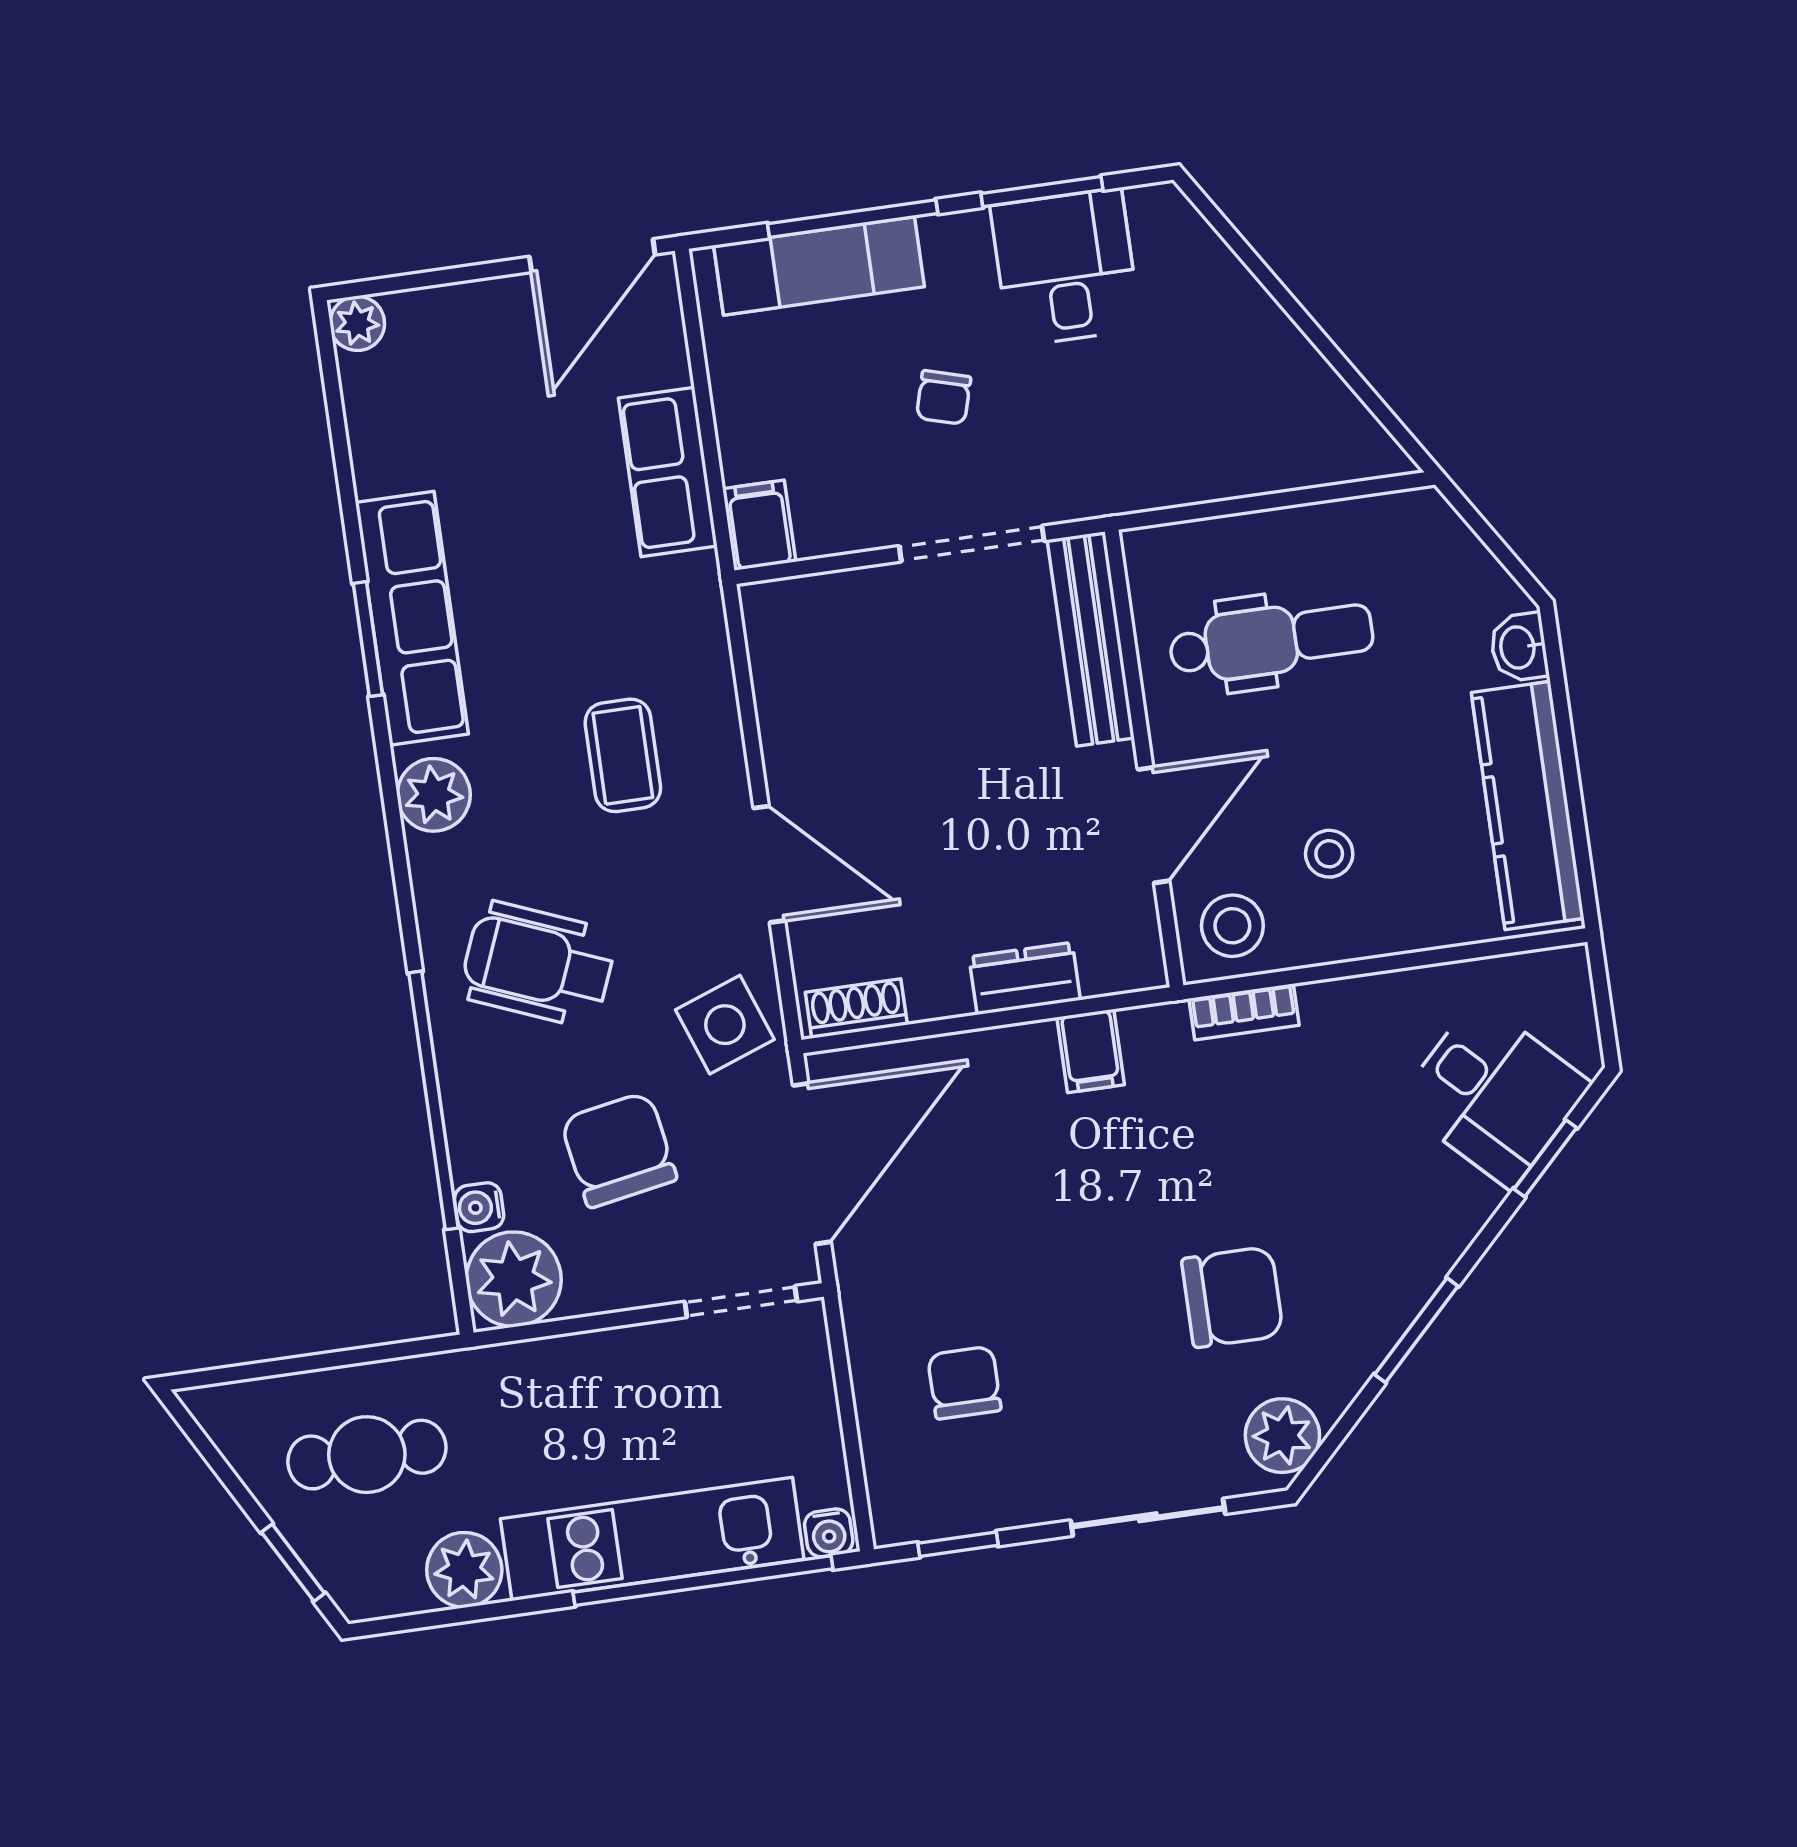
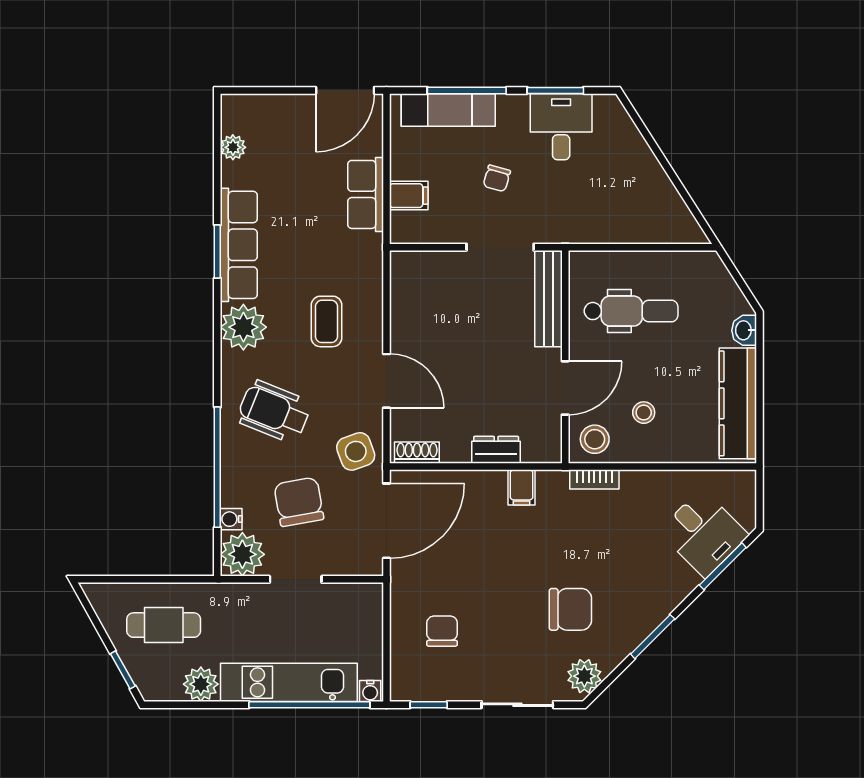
plant: (357, 323) -> (233, 147), moved
filing cabinet: (759, 525) -> (409, 196), moved, turned 90
plant: (434, 795) -> (243, 327), width x1.36, depth x1.36
window: (1545, 1158) -> (723, 566), width x1.50
doorway: (741, 1302) -> (296, 579), moved

